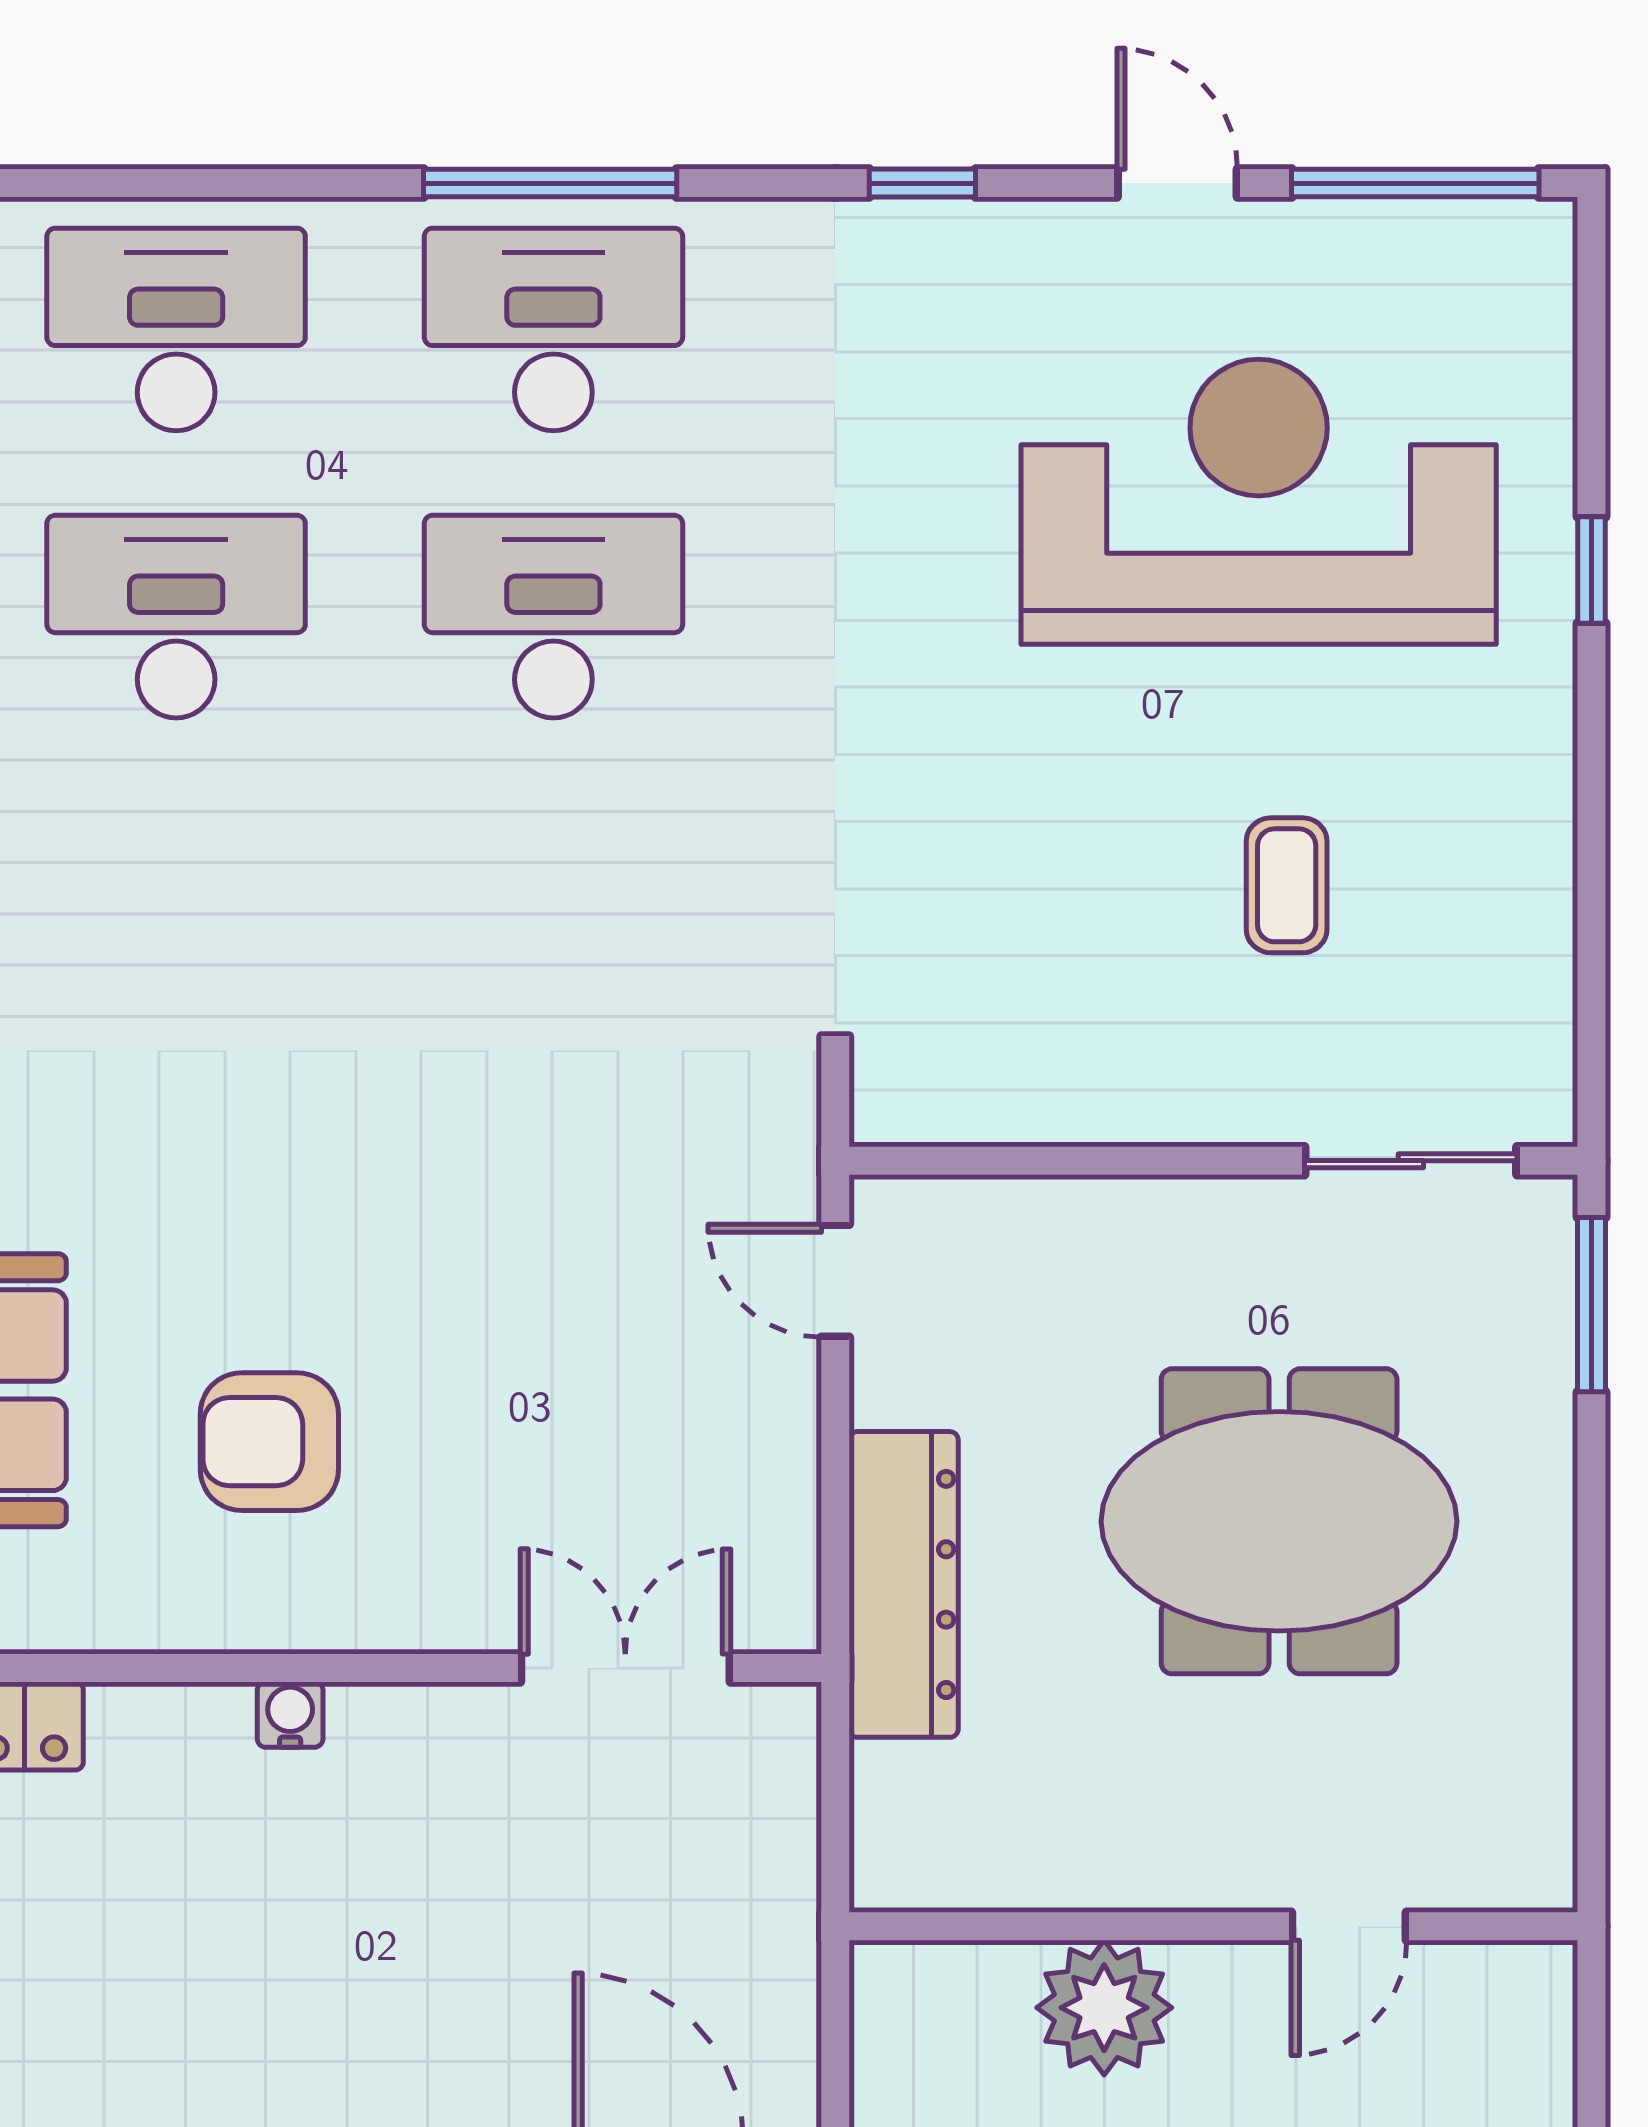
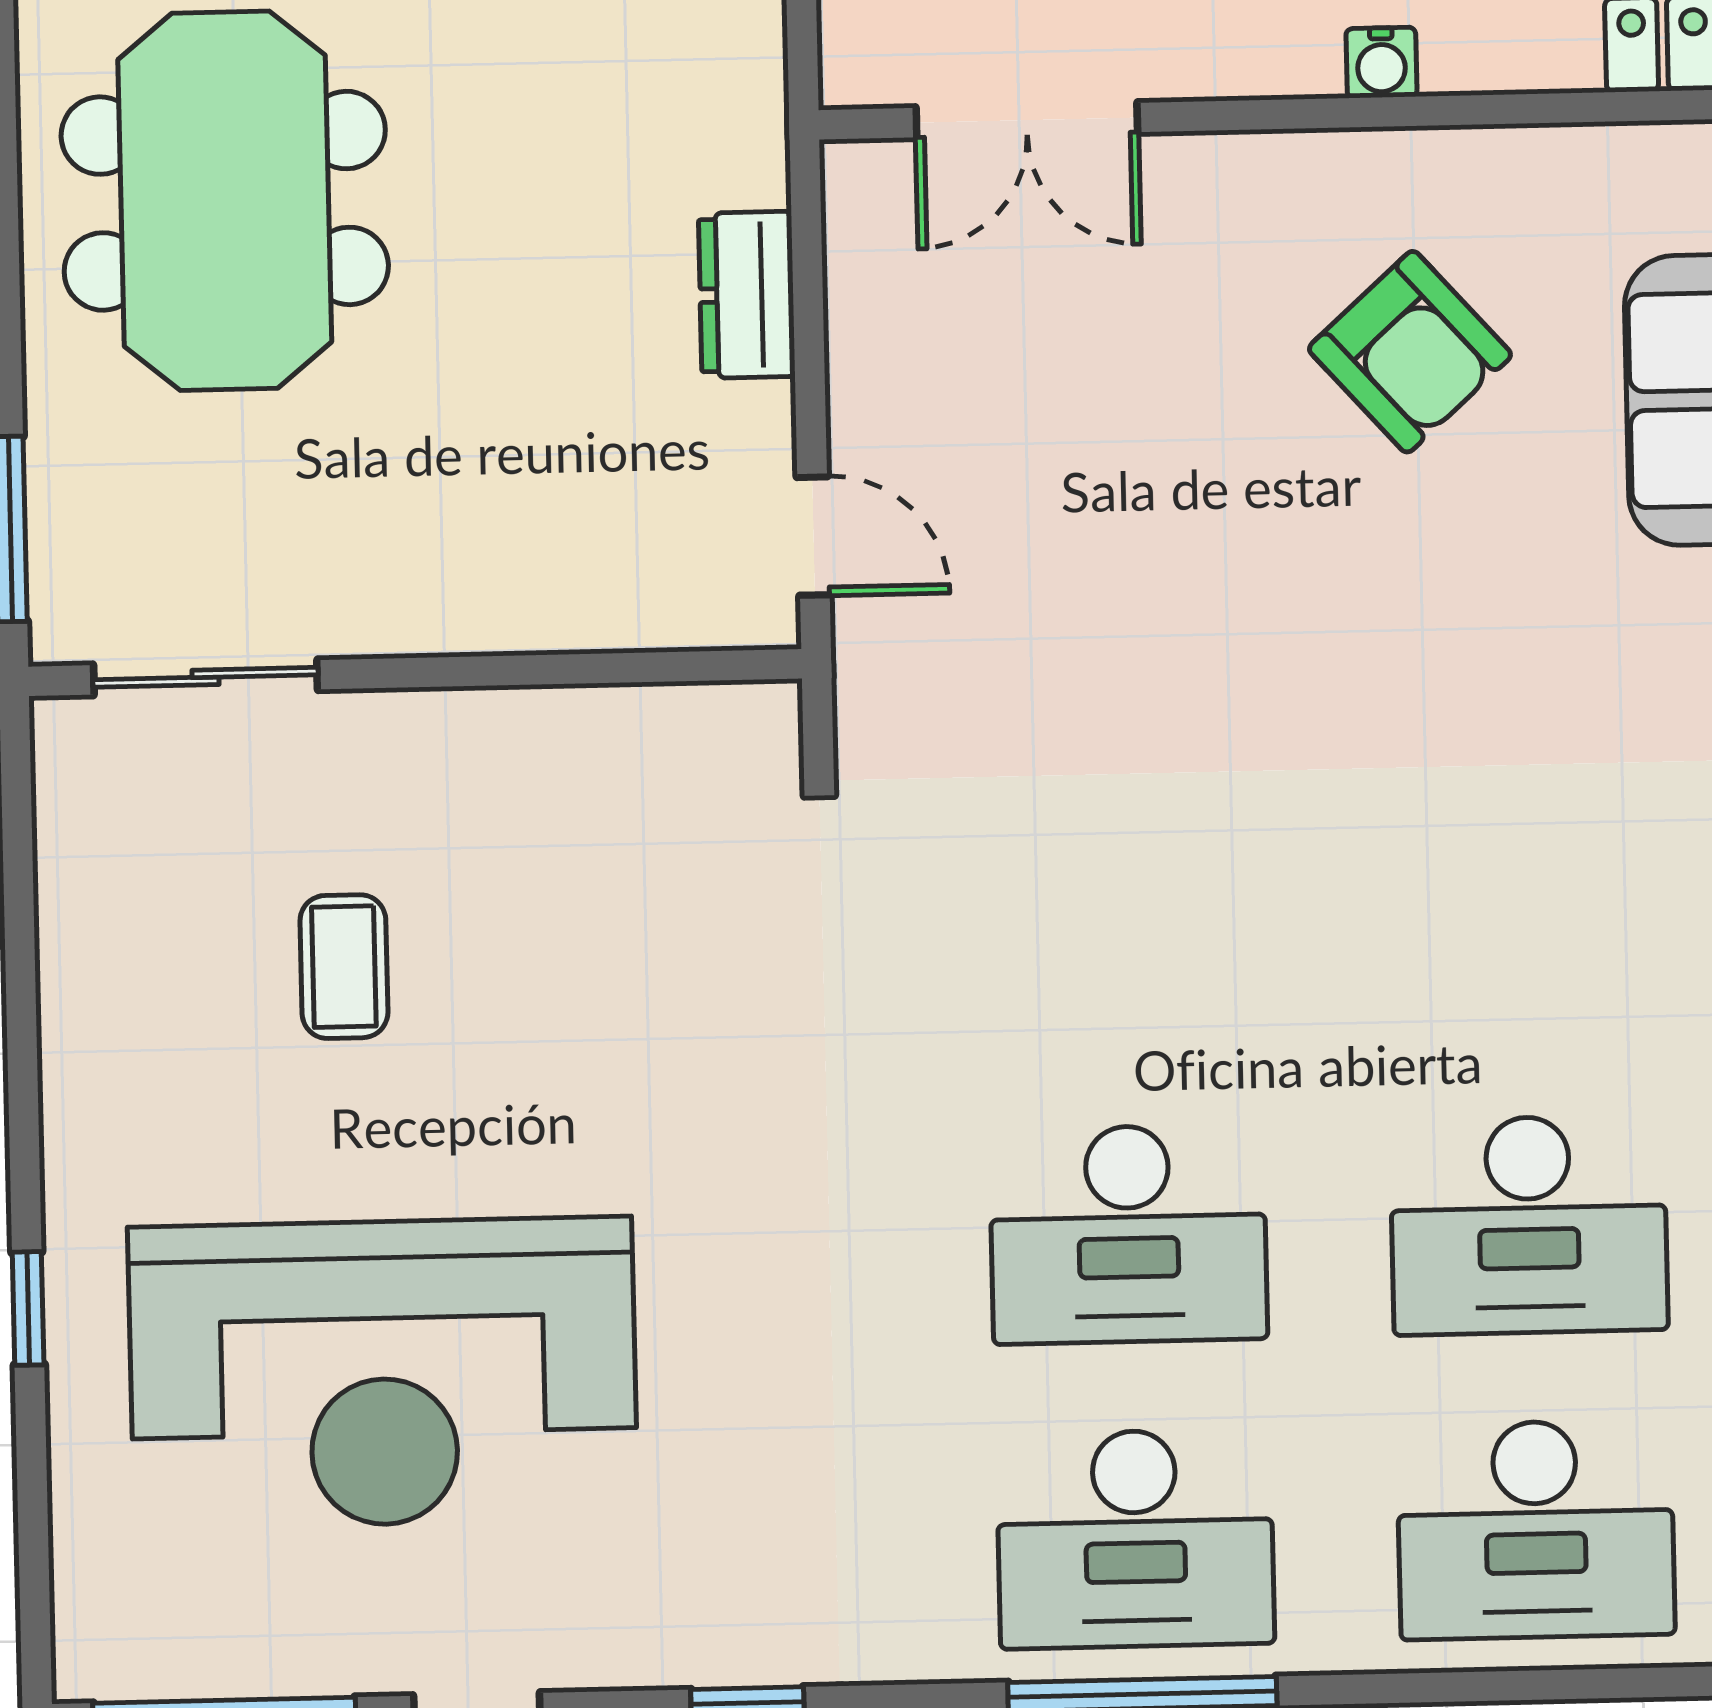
armchair: (269, 1442) -> (1410, 352), turned 48
meeting table: (1279, 1521) -> (225, 201), moved, turned 90
dresser: (904, 1584) -> (747, 295), width x0.51, depth x0.80

